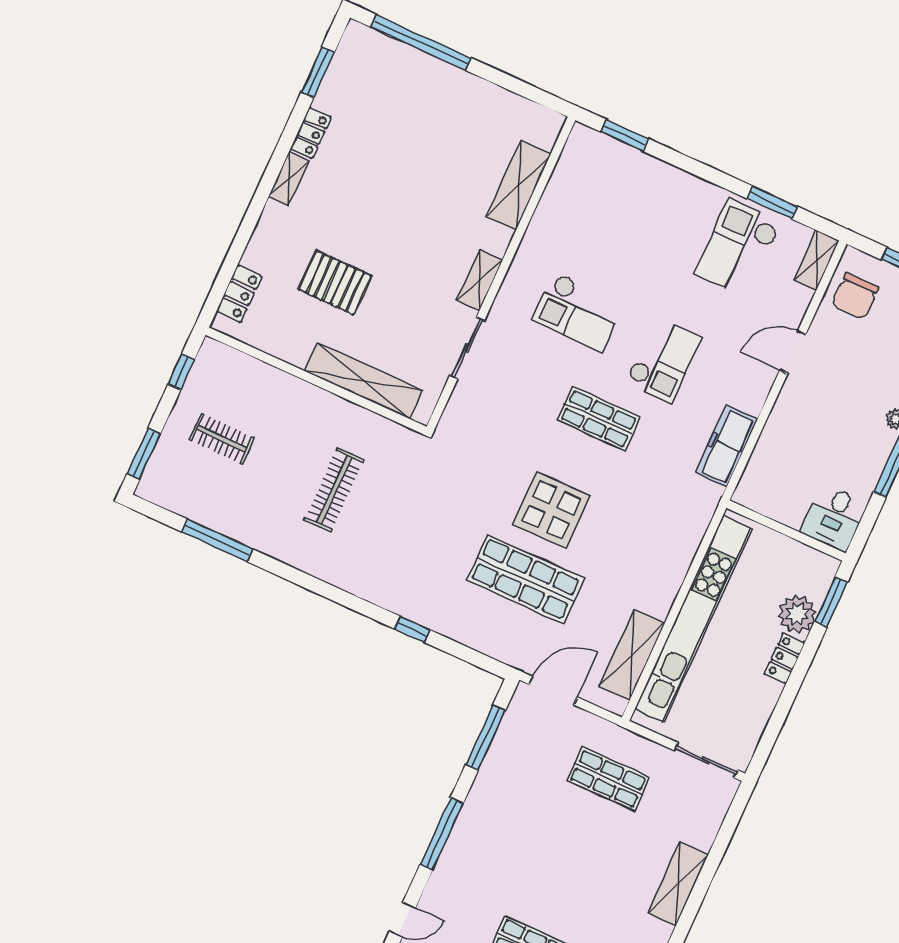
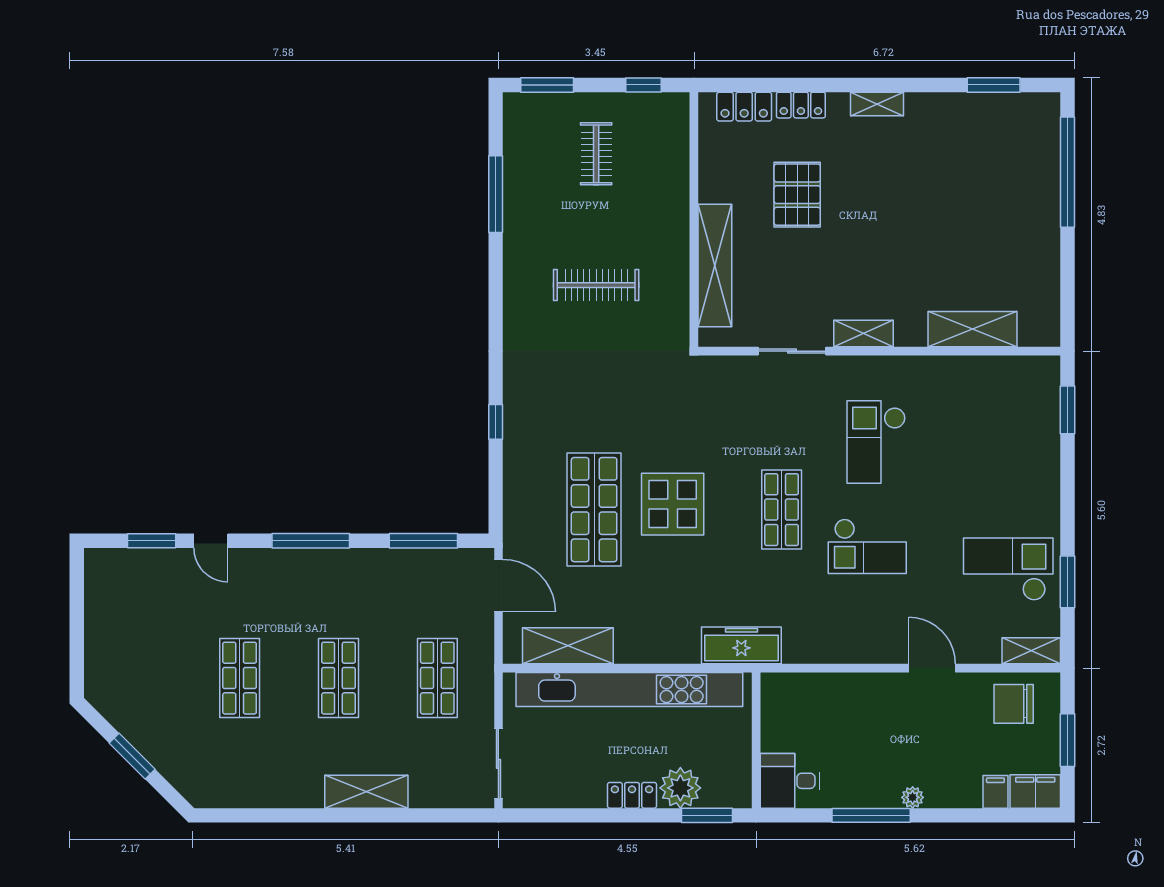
locker: (311, 133) -> (801, 105), moved
freezer: (727, 446) -> (741, 645), moved
shop shelf: (570, 864) -> (338, 678), added

